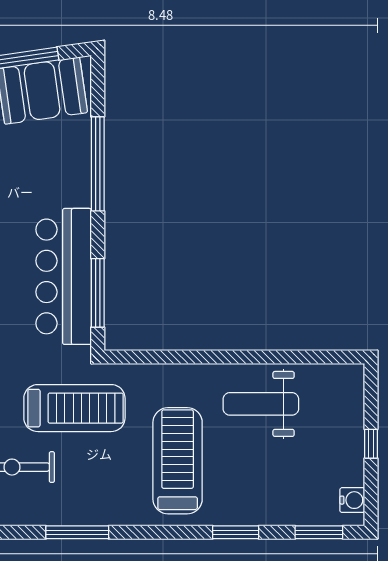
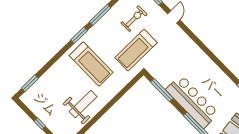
bar counter: (64, 276) -> (192, 102), moved
water cooler: (352, 500) -> (29, 102), removed
window: (236, 532) -> (79, 35), moved

